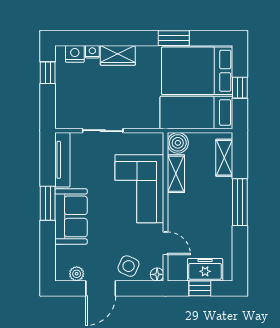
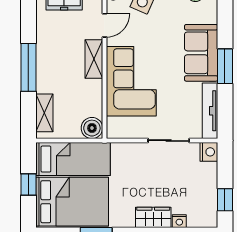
nightstand: (75, 54) -> (209, 152), moved, turned -90
shelving: (176, 174) -> (94, 59), moved
door: (166, 243) -> (104, 25), swing flipped

